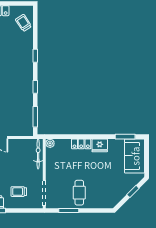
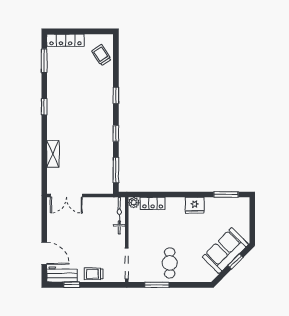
locker: (81, 144) -> (153, 203), moved
sofa: (135, 156) -> (225, 251), moved, turned 45
trolley: (19, 192) -> (94, 274), moved

